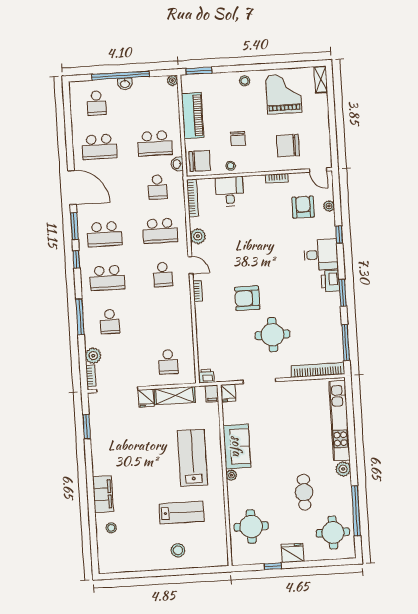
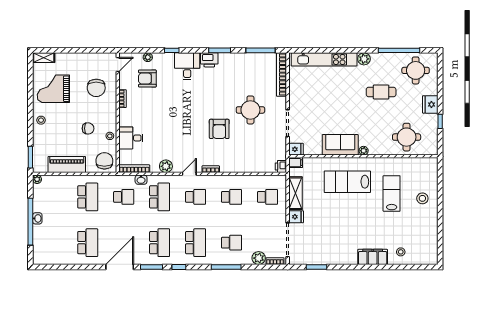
school desk: (96, 103) -> (231, 197), moved
washbasin: (177, 164) -> (141, 180), moved

